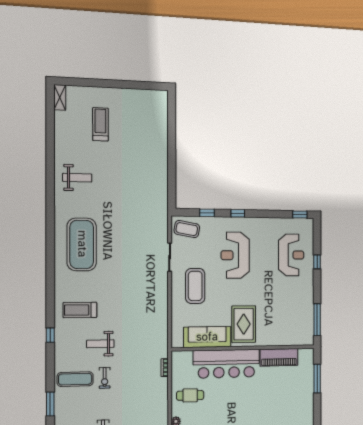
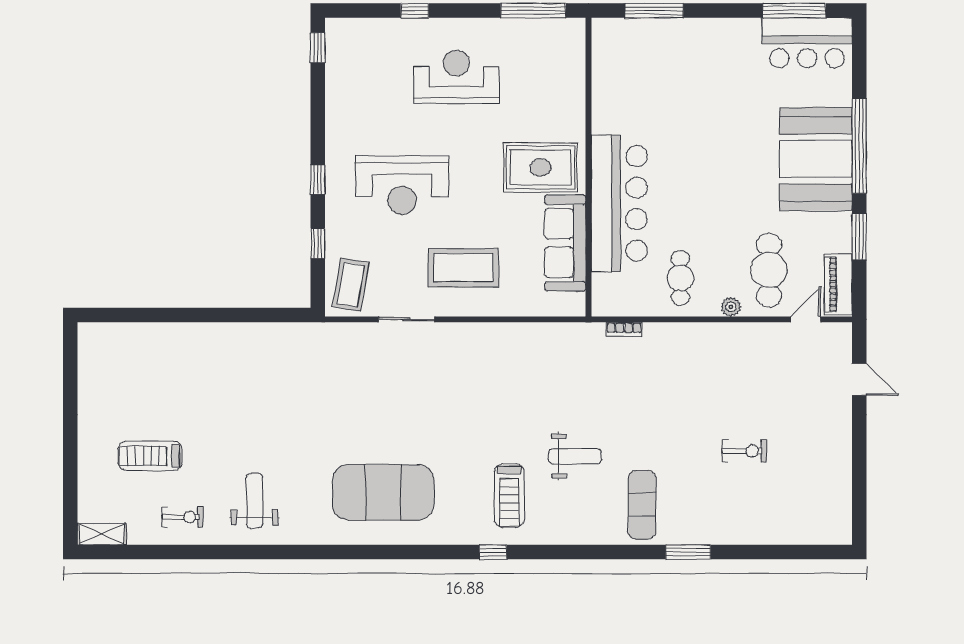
reception desk: (291, 255) -> (456, 77), moved
window: (50, 335) -> (493, 552), moved
weight bench: (100, 344) -> (575, 456), turned -90
piano: (279, 357) -> (609, 93), removed
exercise bike: (105, 378) -> (182, 517), moved

